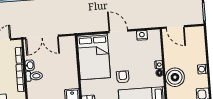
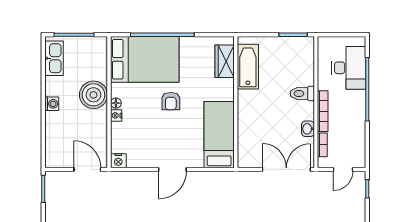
door: (118, 31) -> (172, 169), hinge flipped
nightstand: (142, 35) -> (118, 161), moved
bed: (94, 57) -> (219, 135), width x0.67
toilet: (34, 76) -> (302, 93), moved

